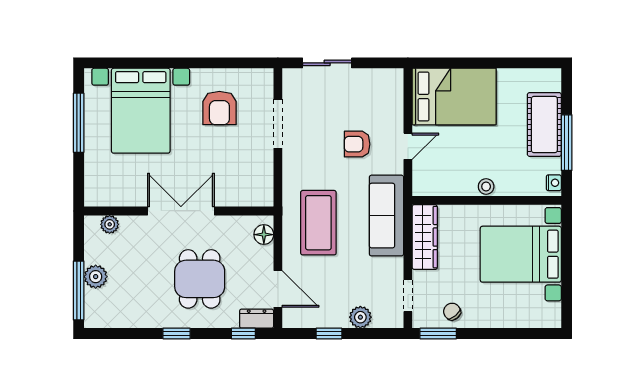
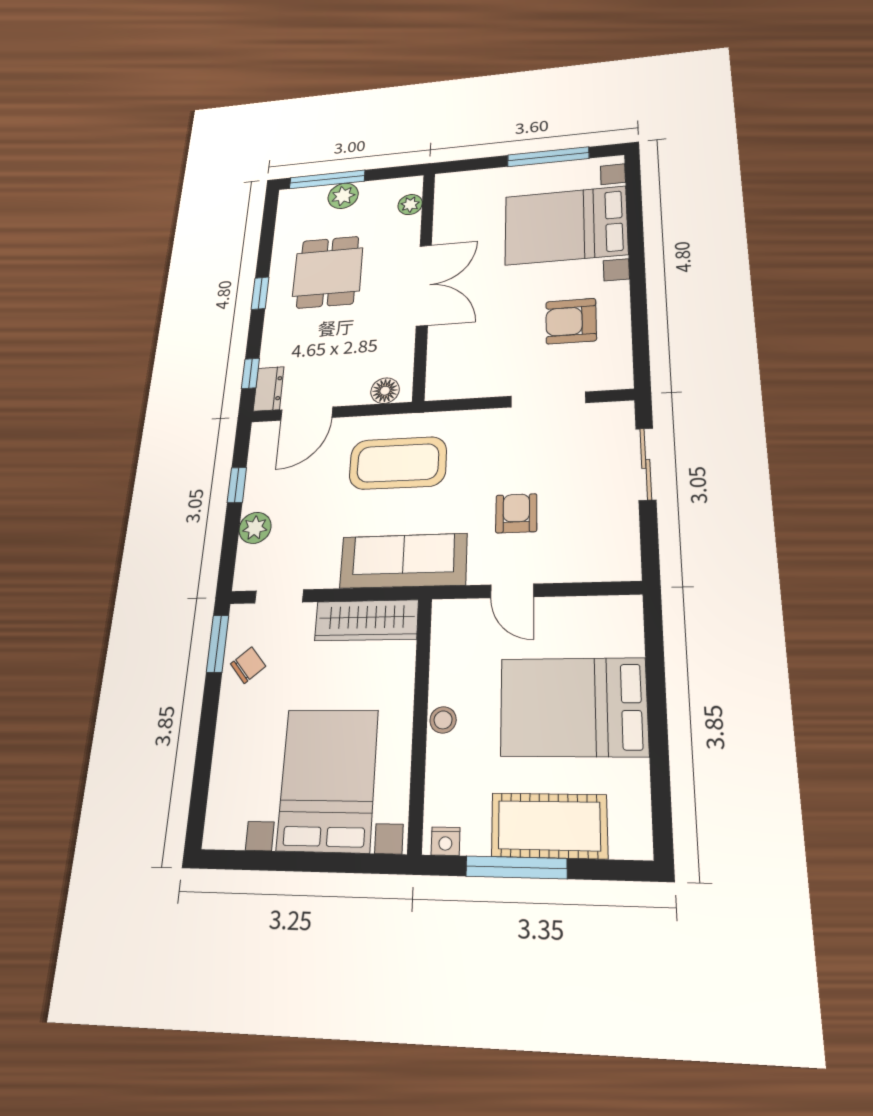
bed: (454, 97) -> (573, 707), moved, turned 90
dining table: (200, 279) -> (328, 272), moved, turned 90

